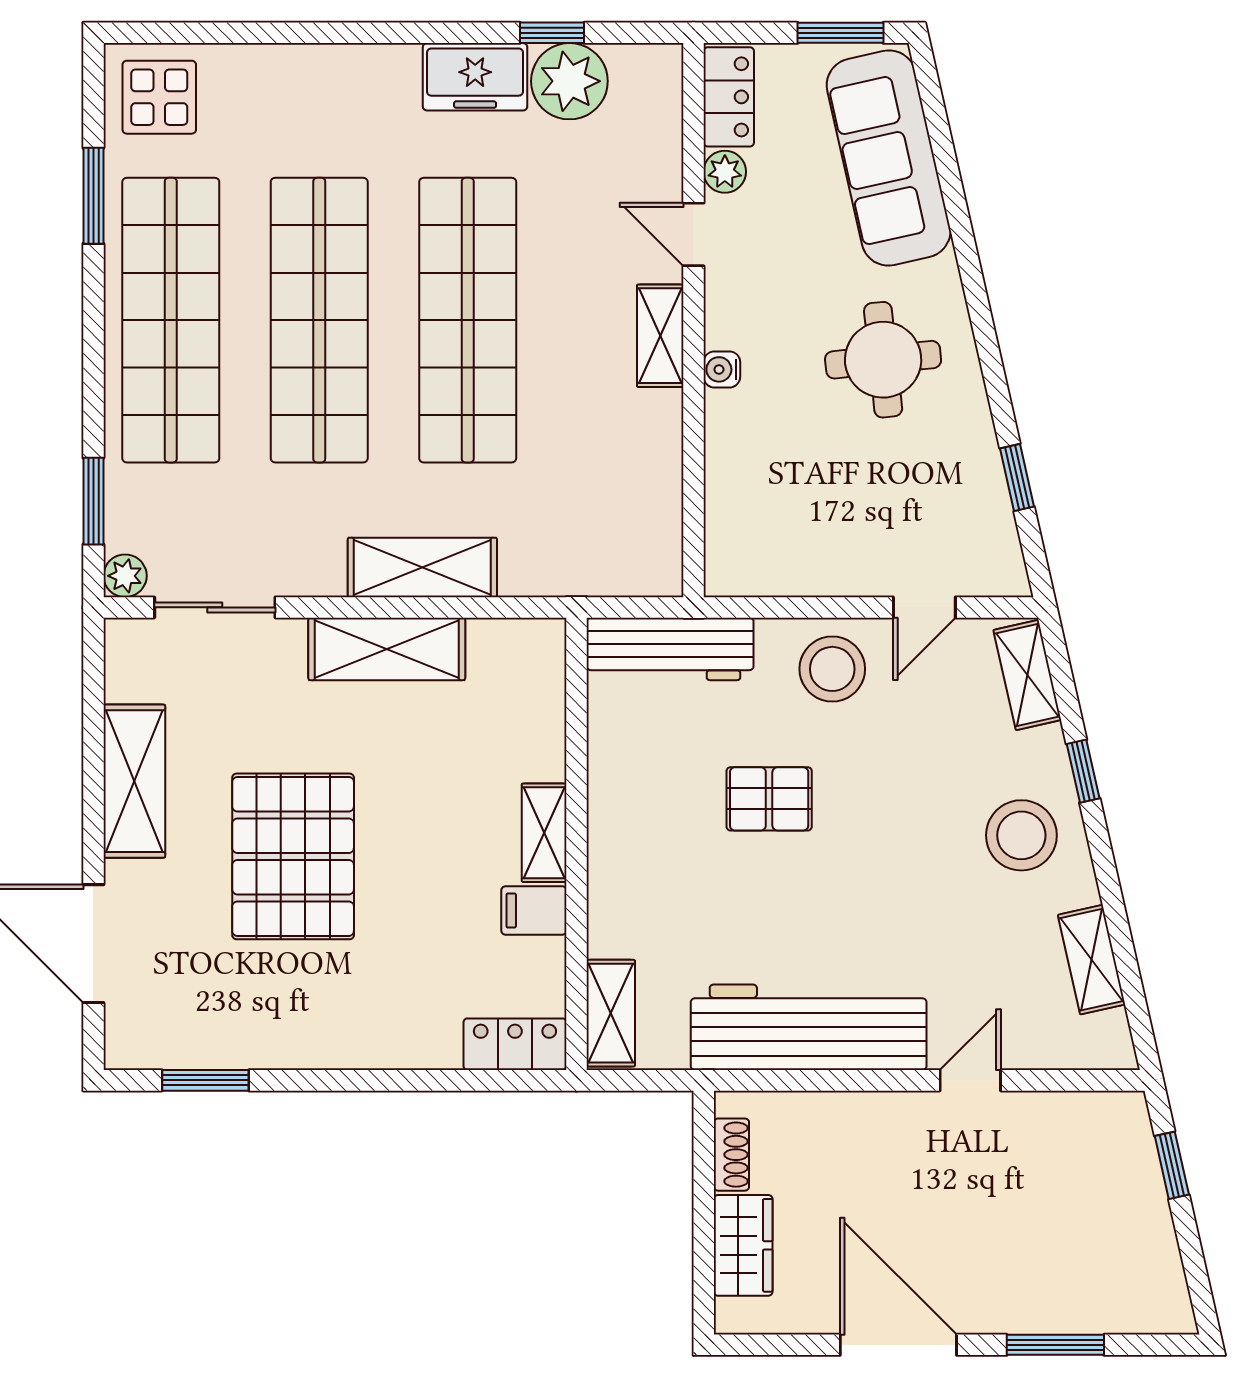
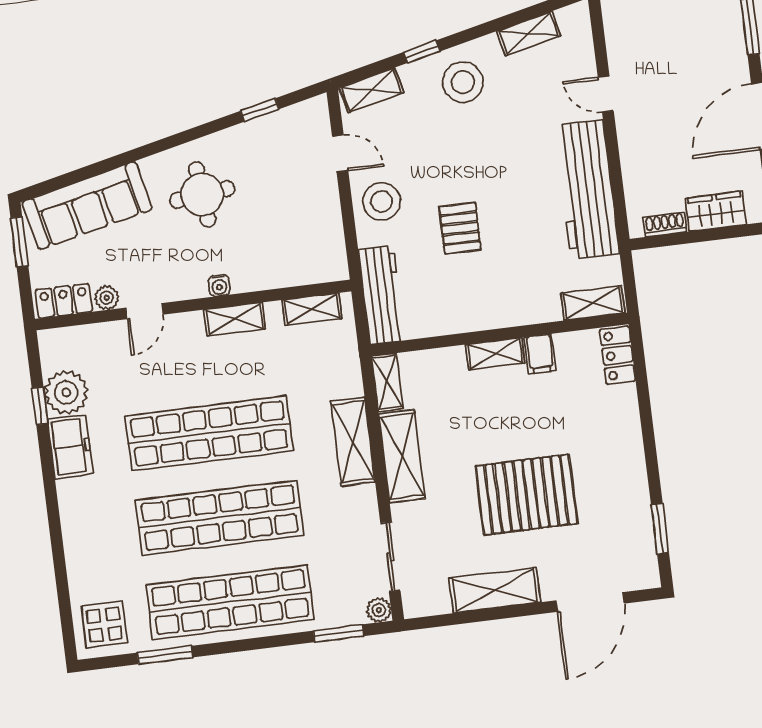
shelving: (660, 336) -> (234, 319), moved
shelving: (661, 525) -> (312, 309), added
shelving: (518, 639) -> (387, 382), added

